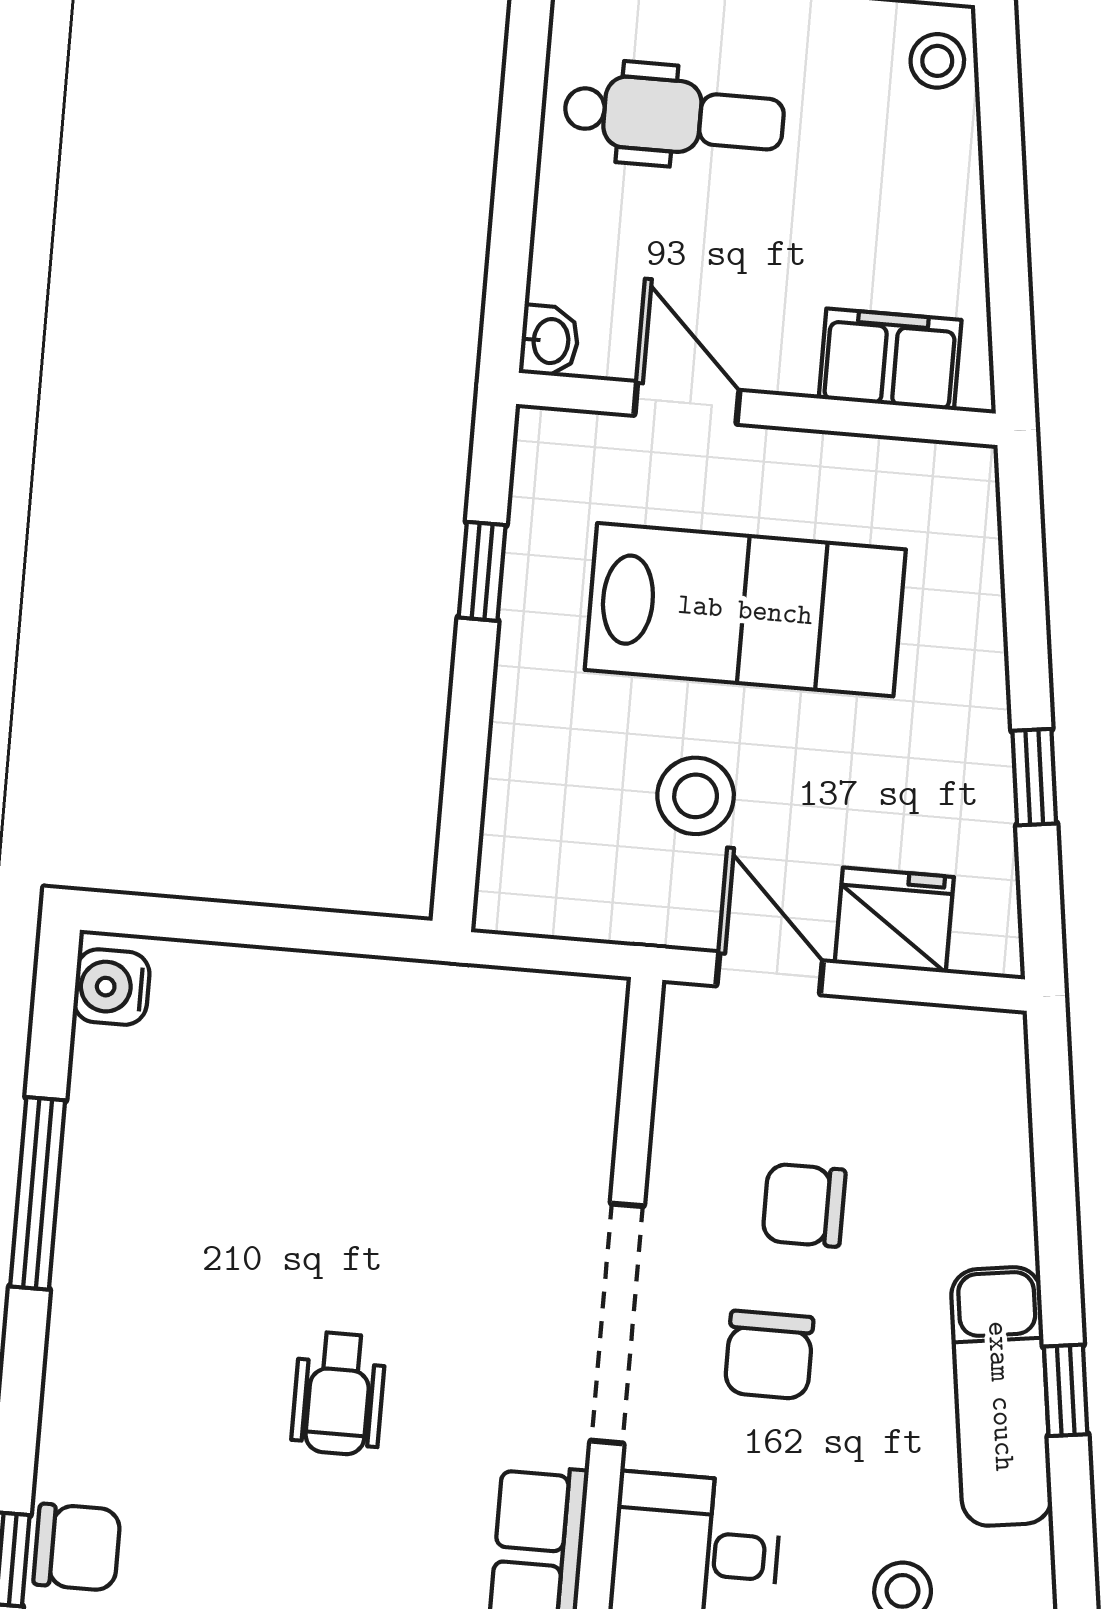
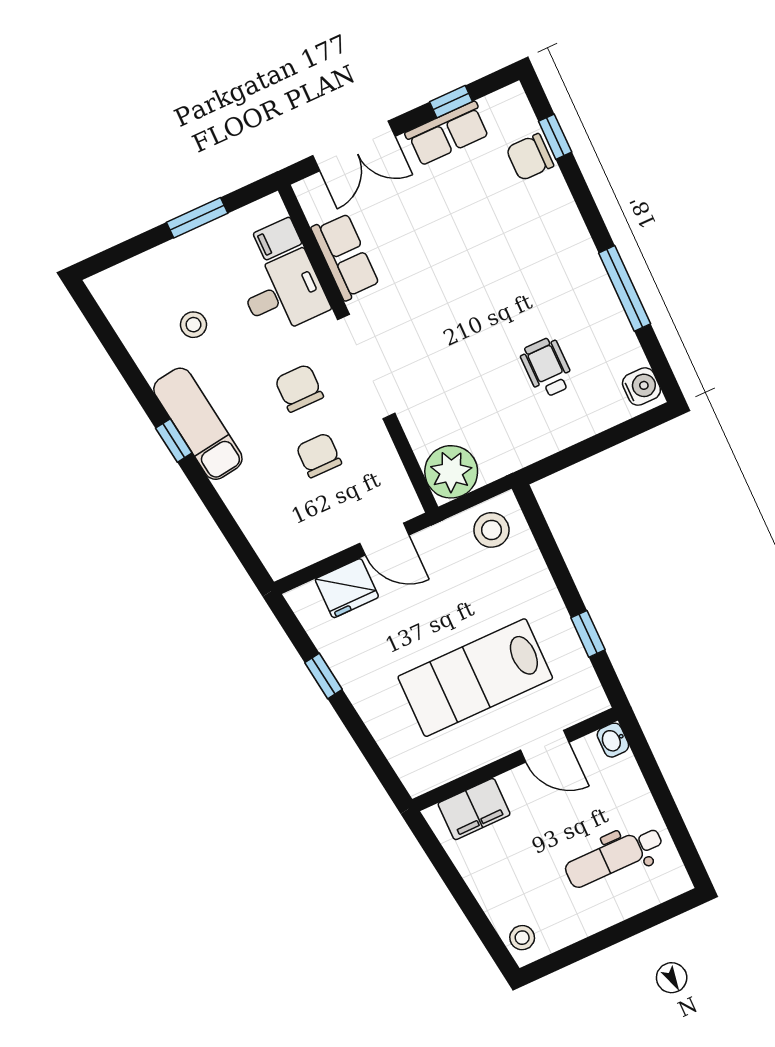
stool: (696, 796) -> (491, 530), moved
plant: (568, 1030) -> (451, 472), added
chair: (804, 1205) -> (319, 455), turned -90
wheelchair: (339, 1393) -> (547, 368), moved

